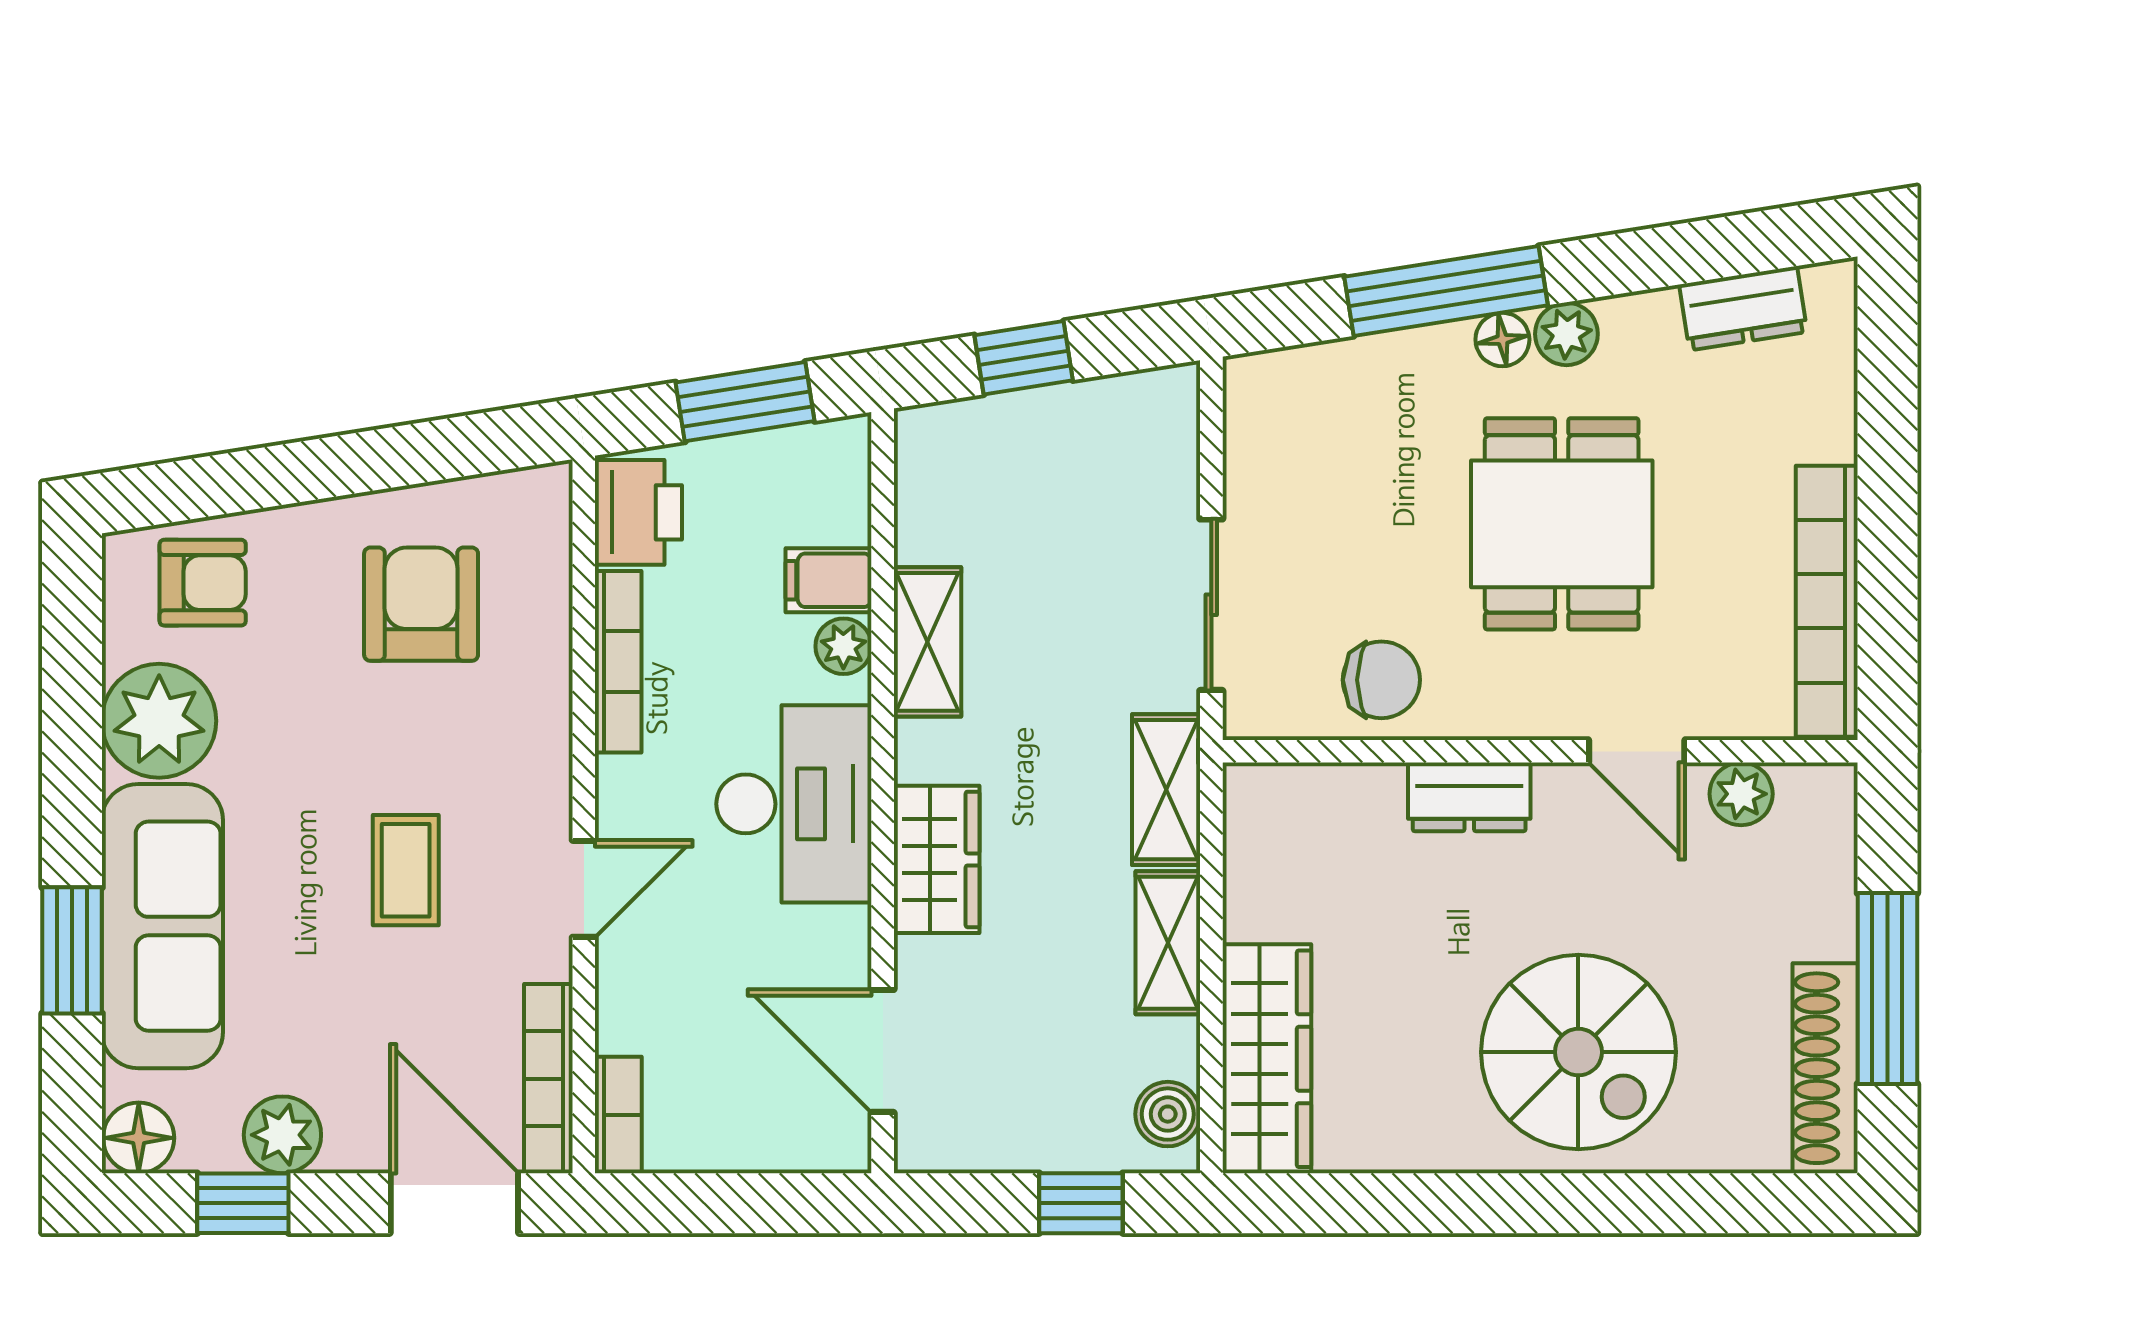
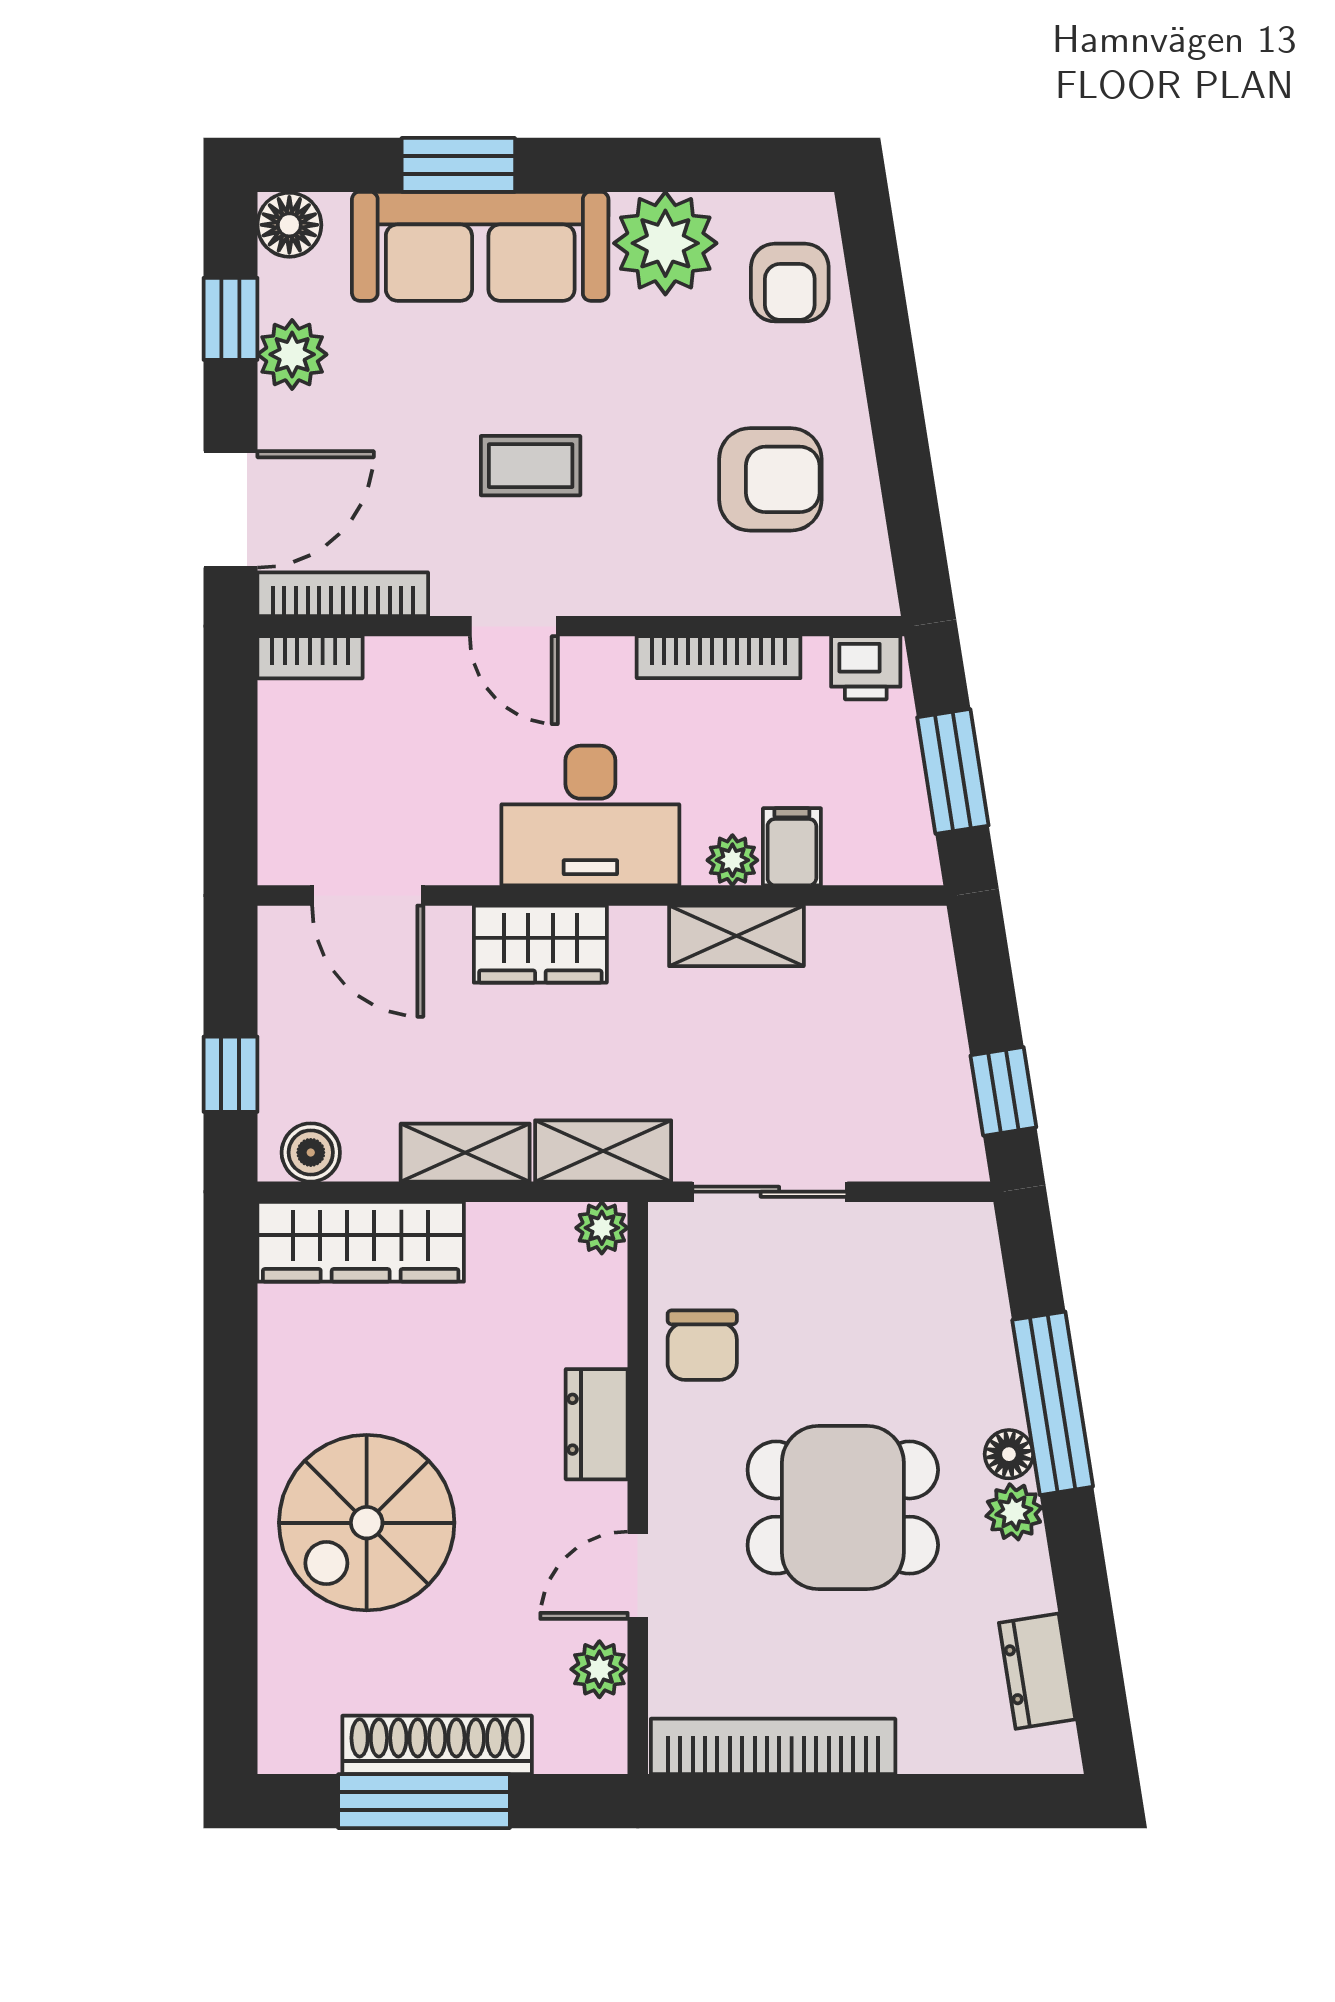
window: (1024, 358) -> (1003, 1091), moved
printer: (638, 512) -> (866, 668), width x0.73, depth x0.81
plant: (1251, 791) -> (602, 1228), added
door: (883, 1051) -> (368, 895), swing flipped
shoe rack: (1825, 1068) -> (437, 1745), moved

